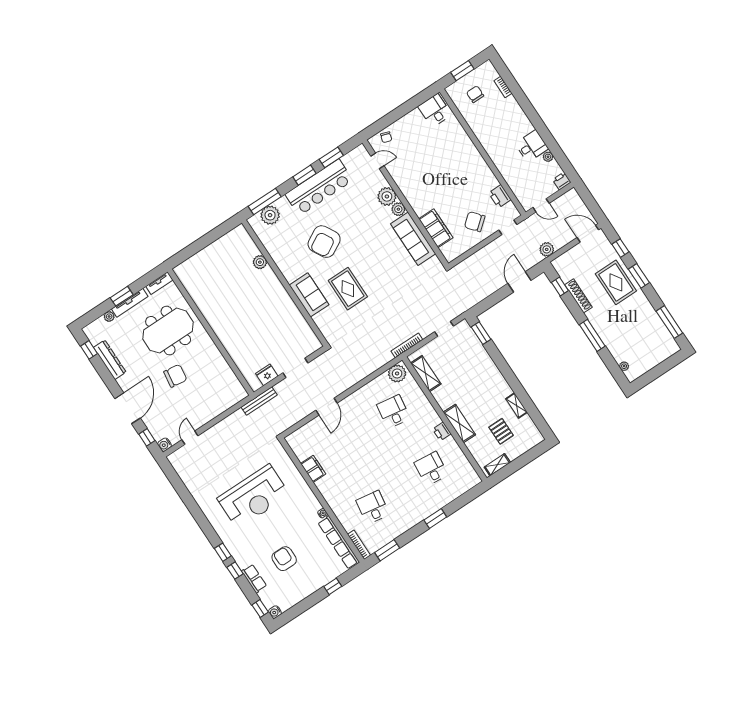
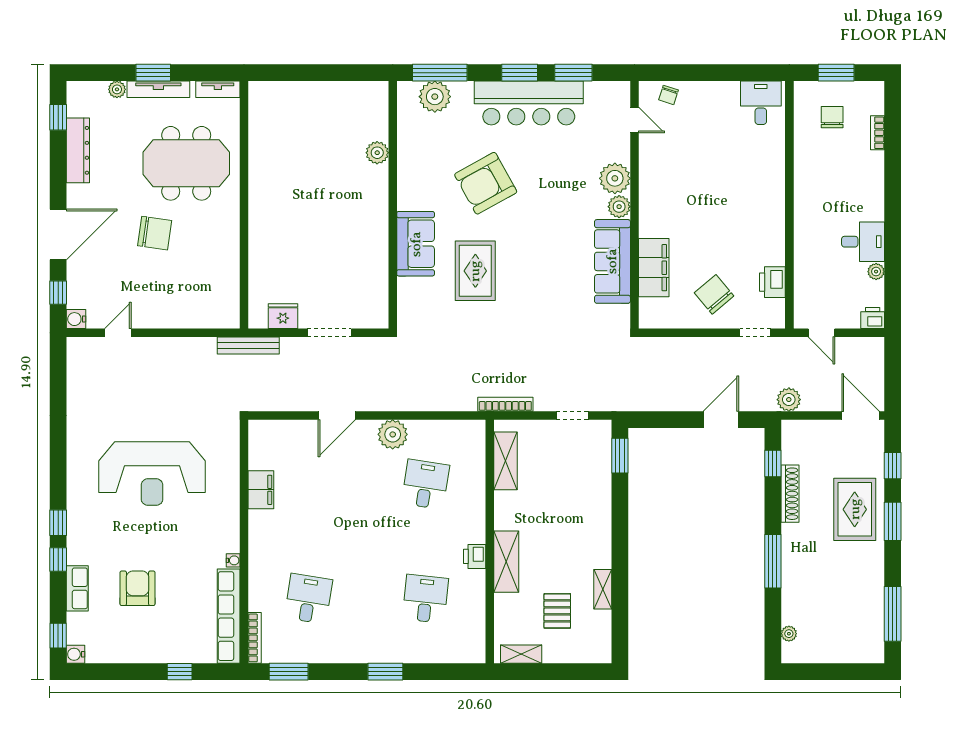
plant: (397, 373) -> (393, 434), moved

